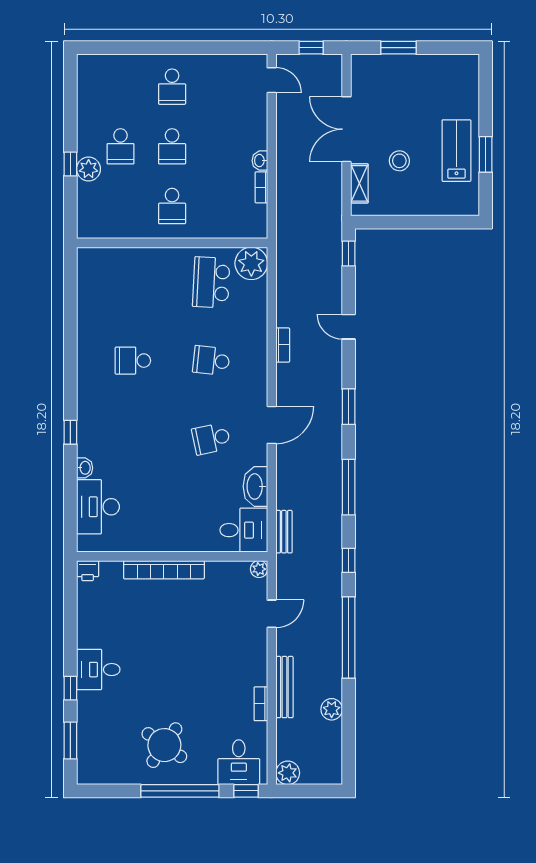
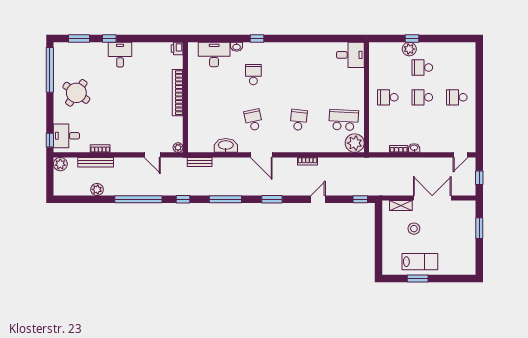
school desk: (133, 361) -> (253, 75), moved
desk: (244, 530) -> (350, 55), moved, turned -90
bench: (284, 687) -> (96, 162), moved
window: (180, 791) -> (50, 70), moved

